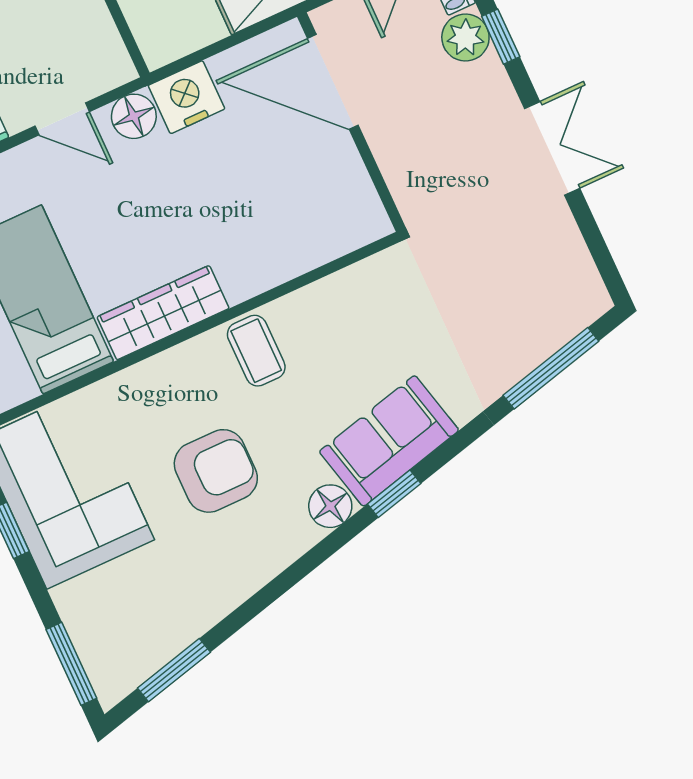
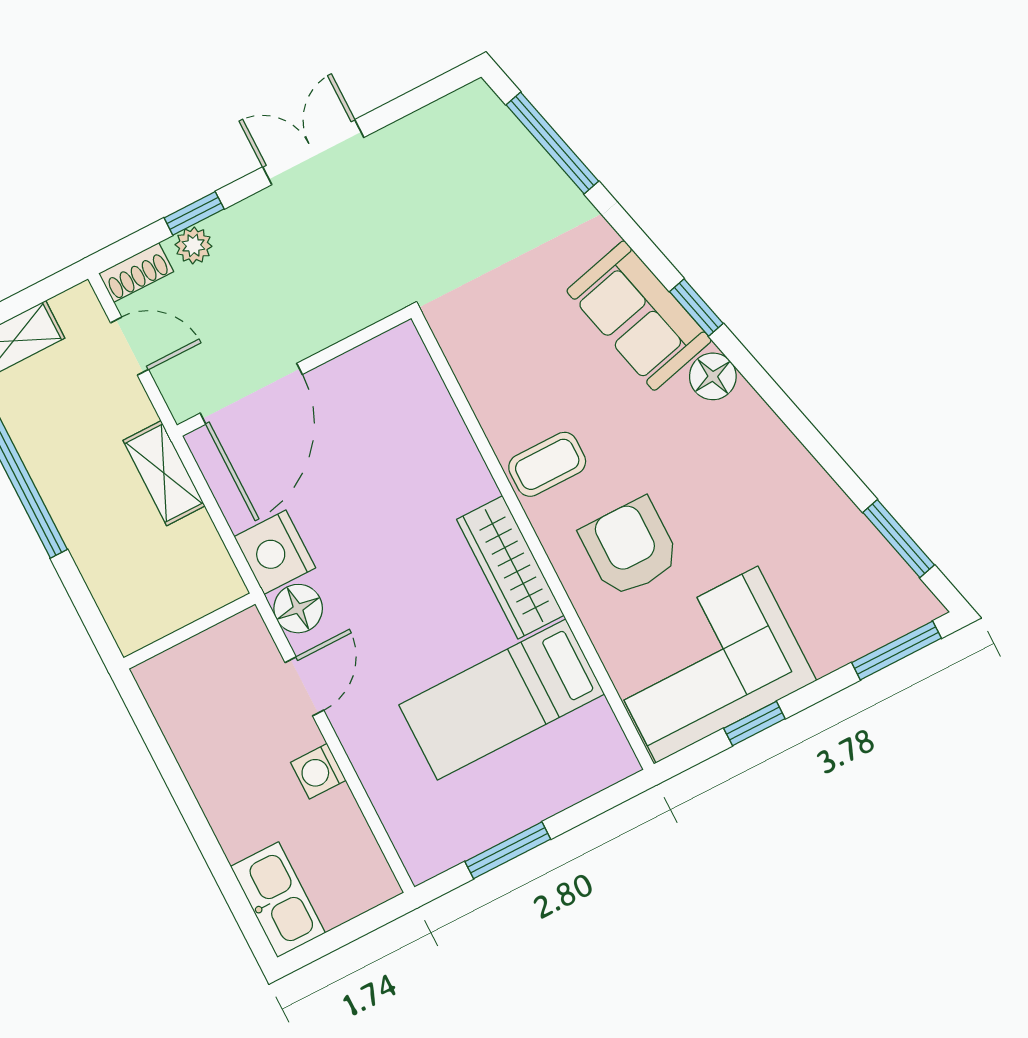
plant: (465, 37) -> (193, 245), width x0.73, depth x0.73
armchair: (216, 471) -> (630, 547), moved

